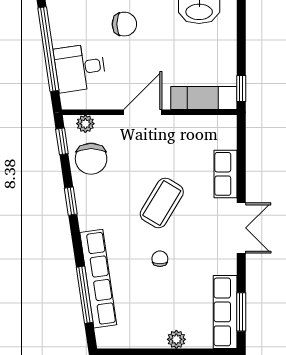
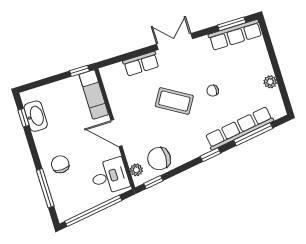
desk: (80, 68) -> (110, 176), moved, turned -82
chair: (91, 159) -> (159, 159), turned 180
window: (71, 201) -> (210, 155), moved
plant: (176, 339) -> (270, 82), moved

